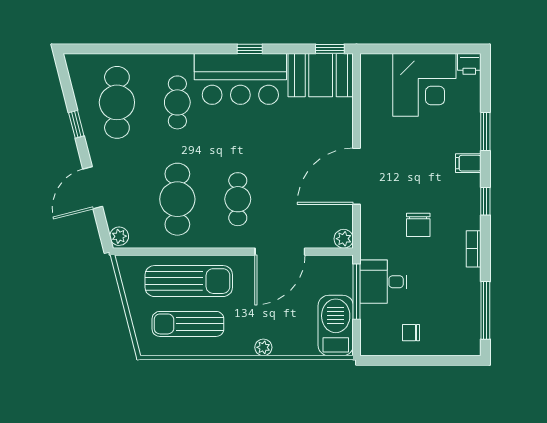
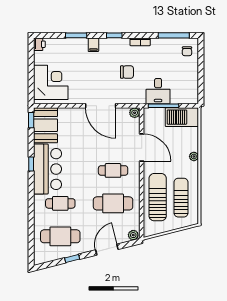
corner desk: (424, 85) -> (51, 82), moved
door: (93, 188) -> (107, 250), swing flipped
sun lounger: (188, 324) -> (181, 198), turned 180
chair: (411, 333) -> (187, 51), moved

